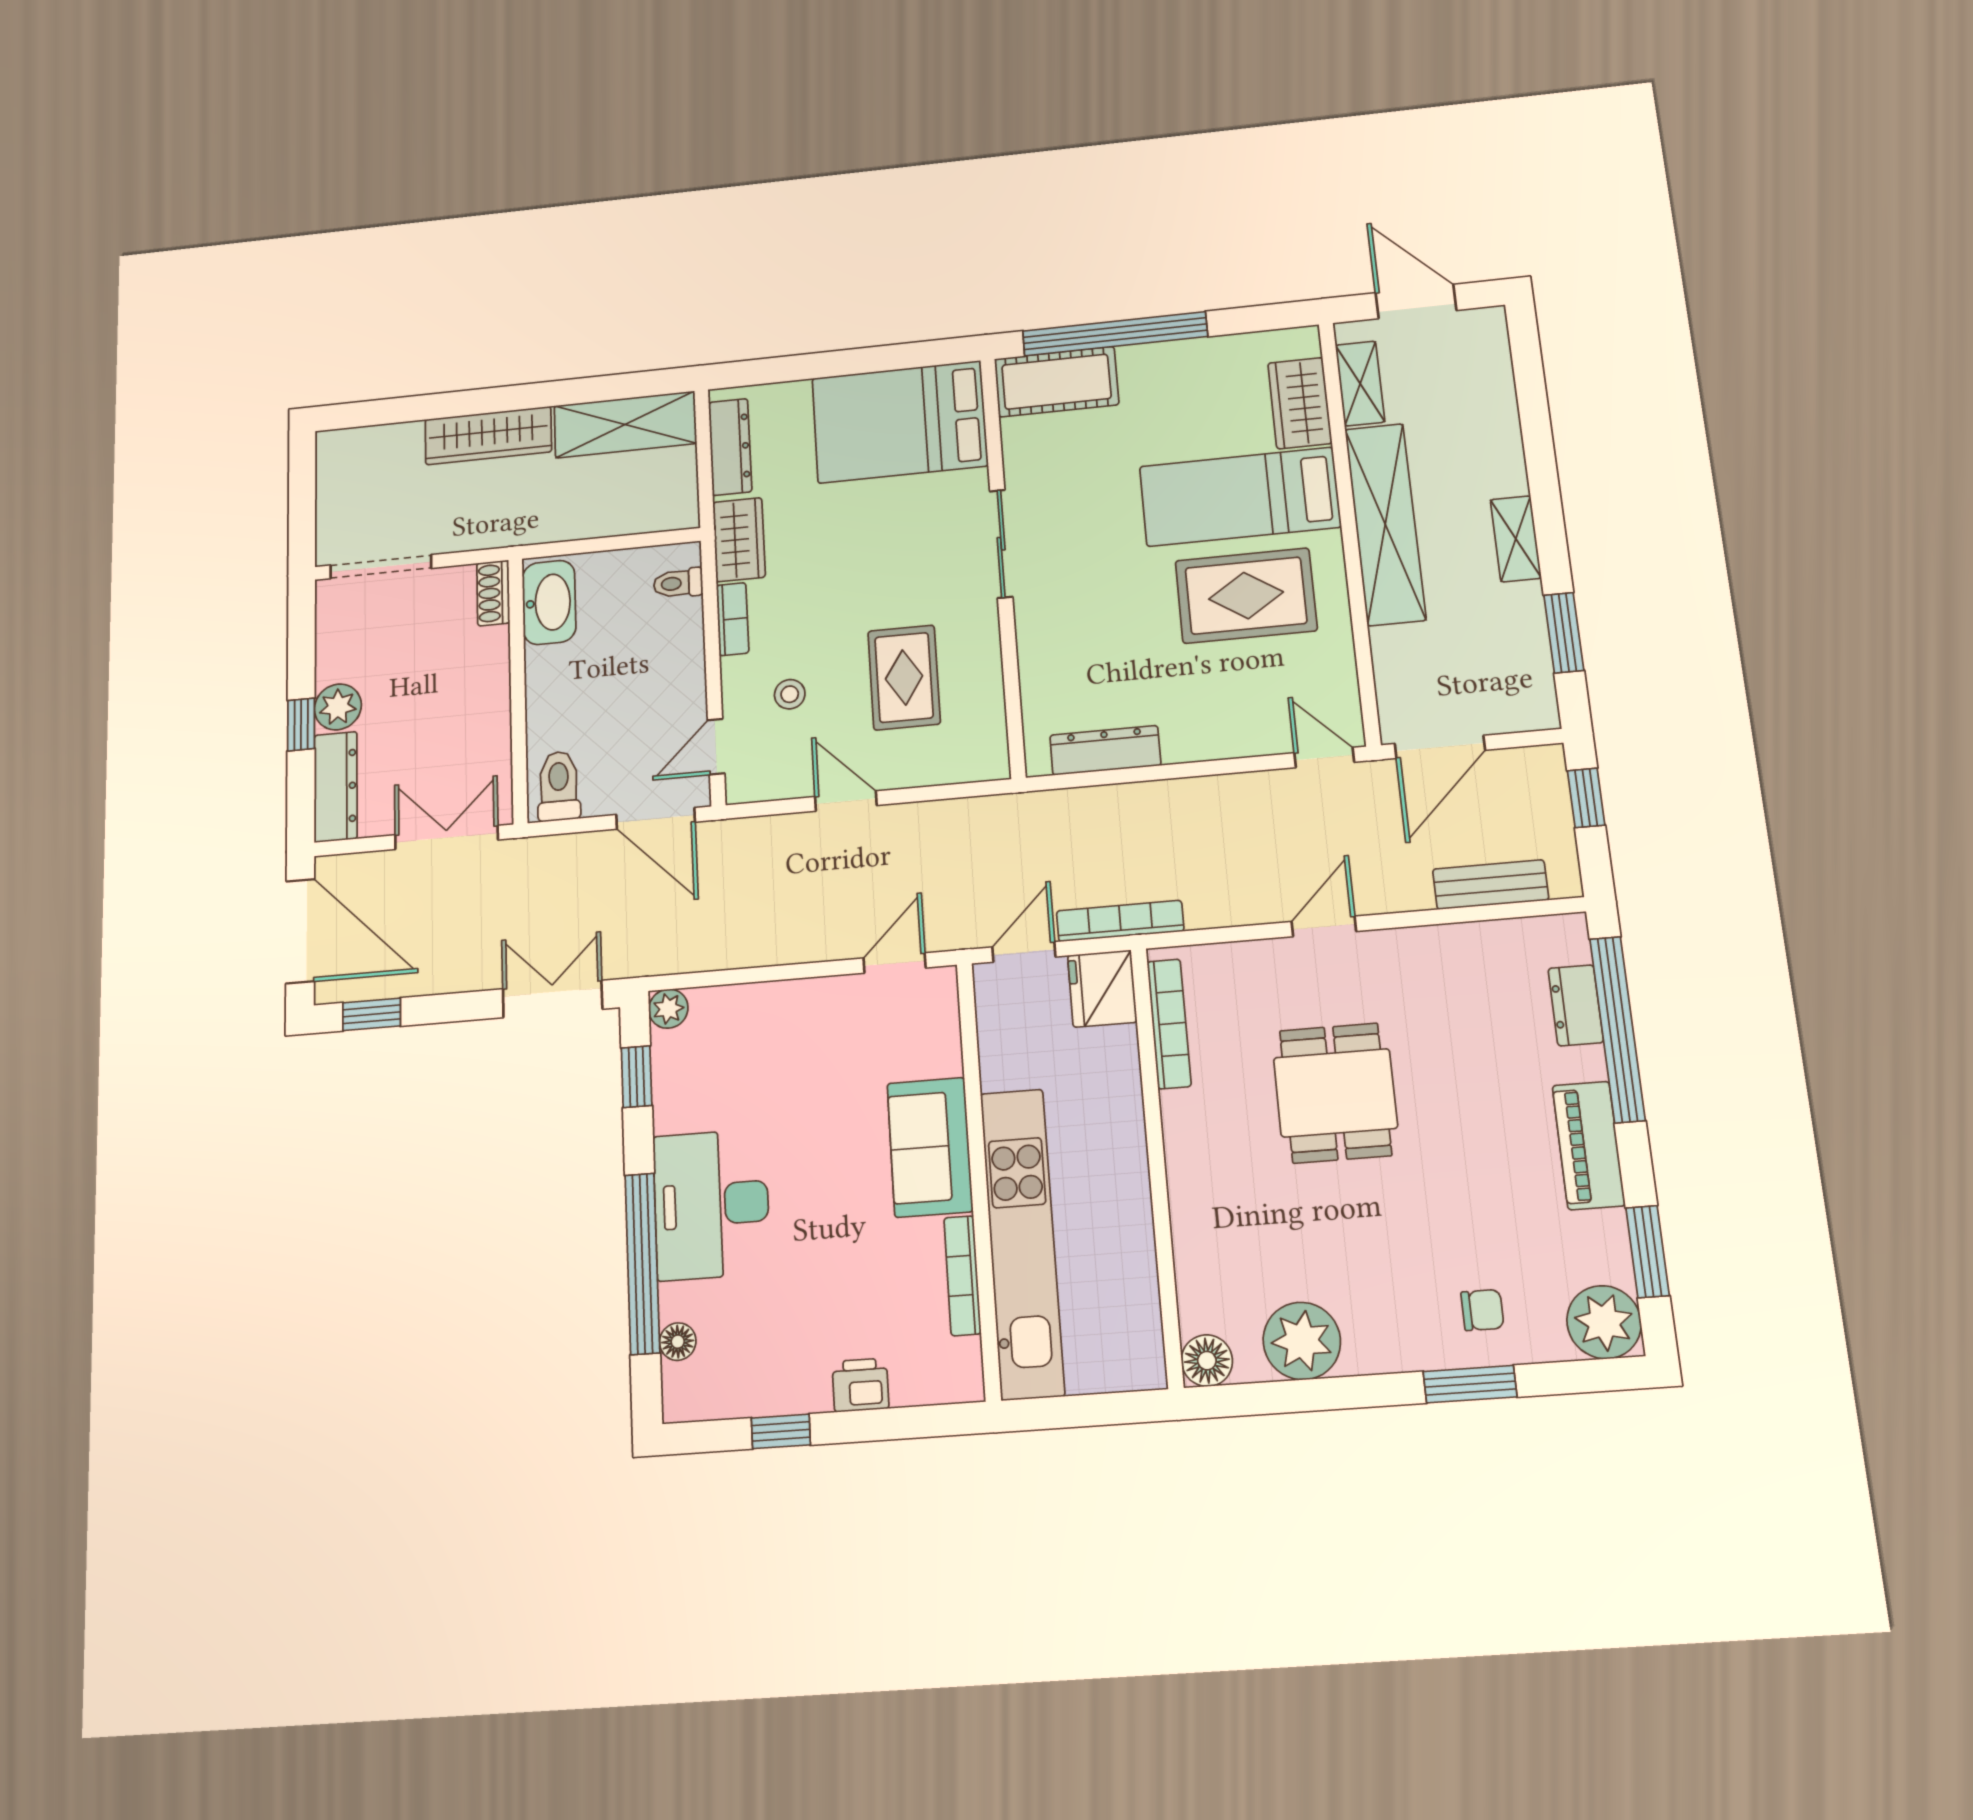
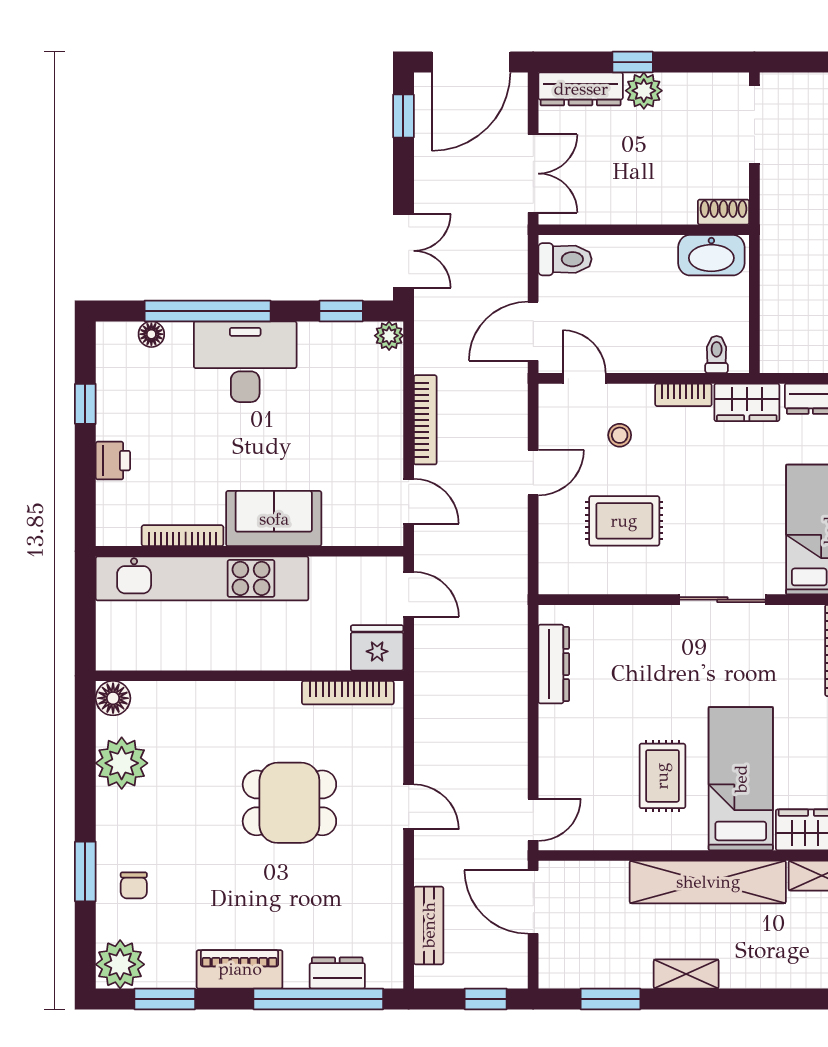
rug: (1246, 596) -> (662, 776), width x0.73, depth x0.70
bookcase: (1120, 921) -> (425, 420), moved

